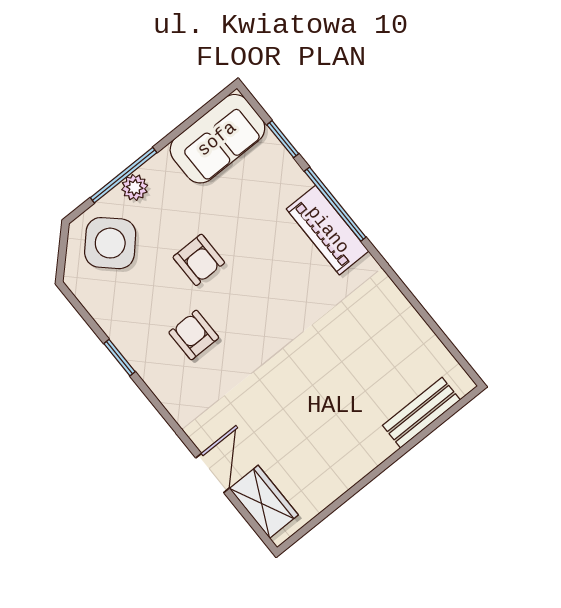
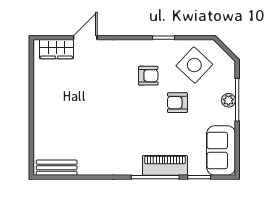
piano: (328, 230) -> (165, 165), moved
side table: (110, 243) -> (194, 65), moved
bench: (421, 413) -> (57, 168), moved, turned 90
door: (213, 473) -> (85, 38), swing flipped

